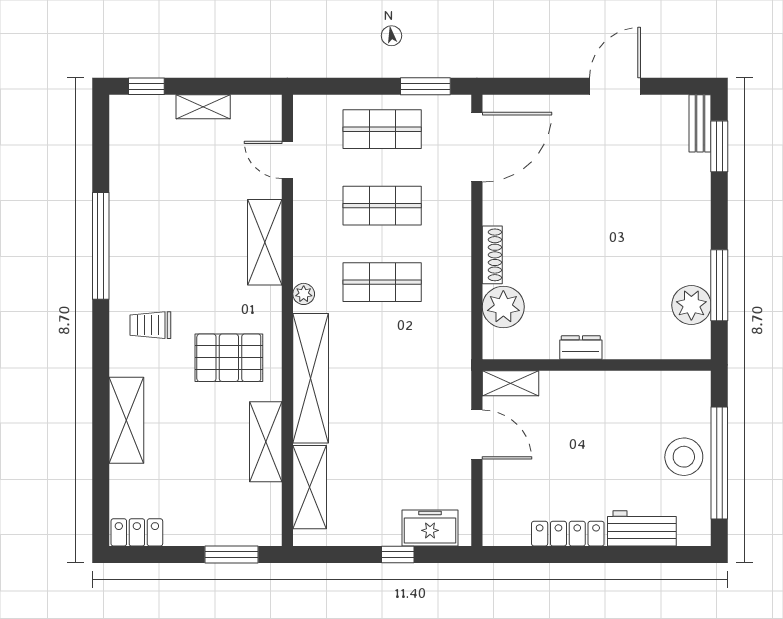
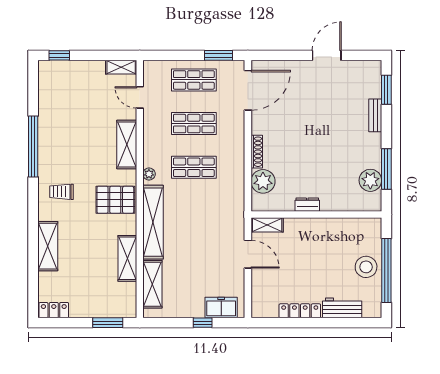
shelving: (203, 107) -> (121, 67), moved
bench: (700, 123) -> (375, 115), moved
pallet: (229, 358) -> (115, 200), moved

